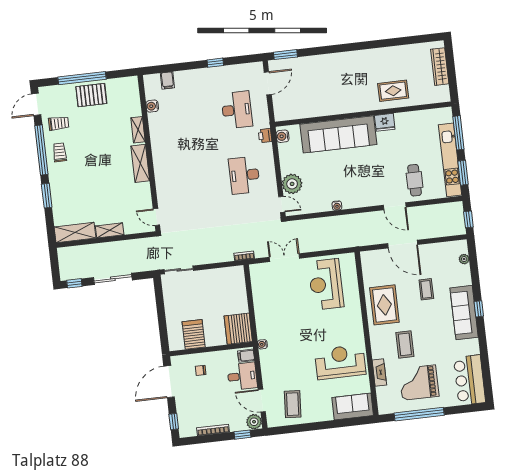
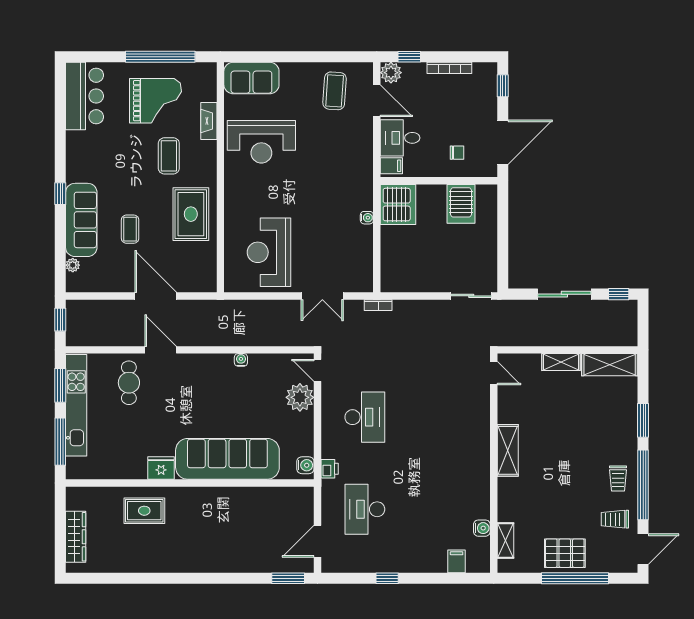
shelving: (138, 130) -> (505, 540), moved
reception desk: (326, 284) -> (269, 252), turned 180
sofa: (464, 313) -> (81, 220), moved
water cooler: (262, 344) -> (367, 218), moved

